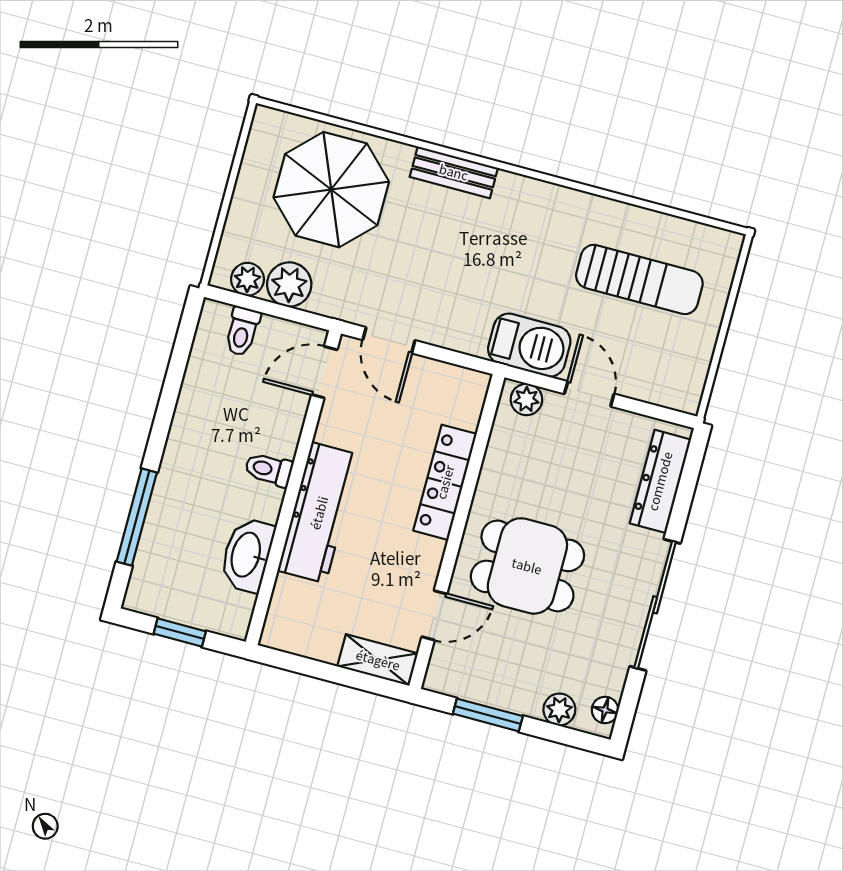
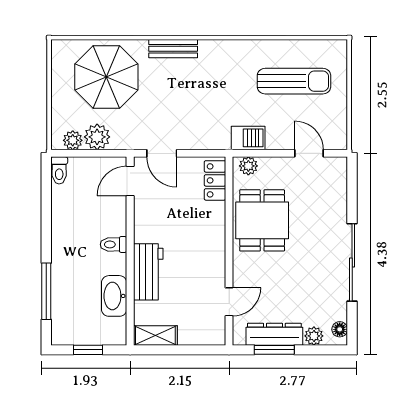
toilet: (242, 331) -> (59, 170), moved
barbecue: (529, 345) -> (248, 138), width x0.73, depth x0.79
door: (589, 394) -> (309, 153), moved
dresser: (660, 481) -> (274, 334), moved, turned 90
locker: (445, 482) -> (215, 180), moved, width x0.66
workbench: (319, 513) -> (148, 272), width x0.73
dining table: (527, 566) -> (262, 220), moved, turned 90
shelving: (378, 660) -> (155, 335), moved

